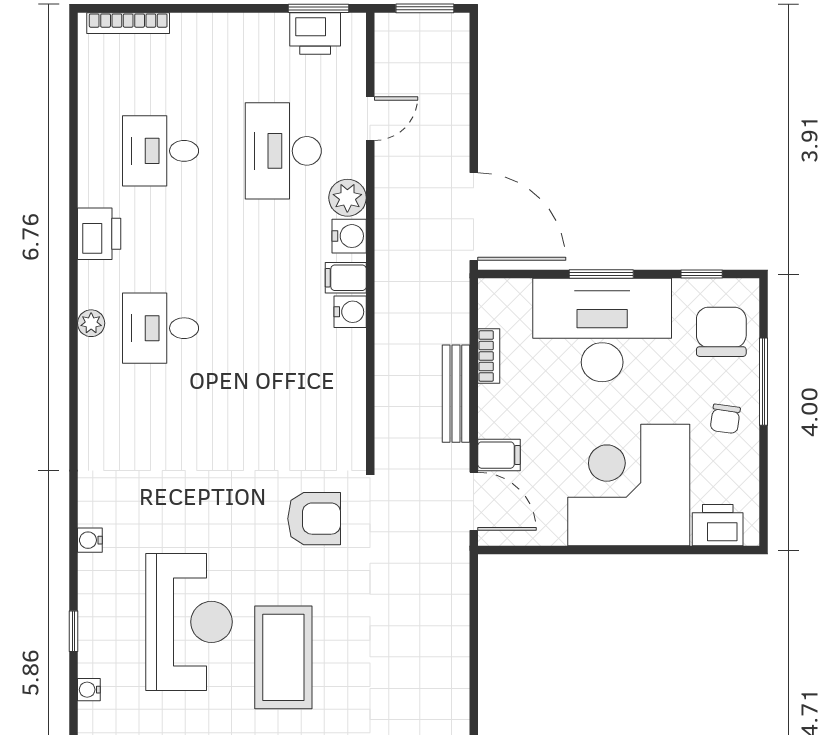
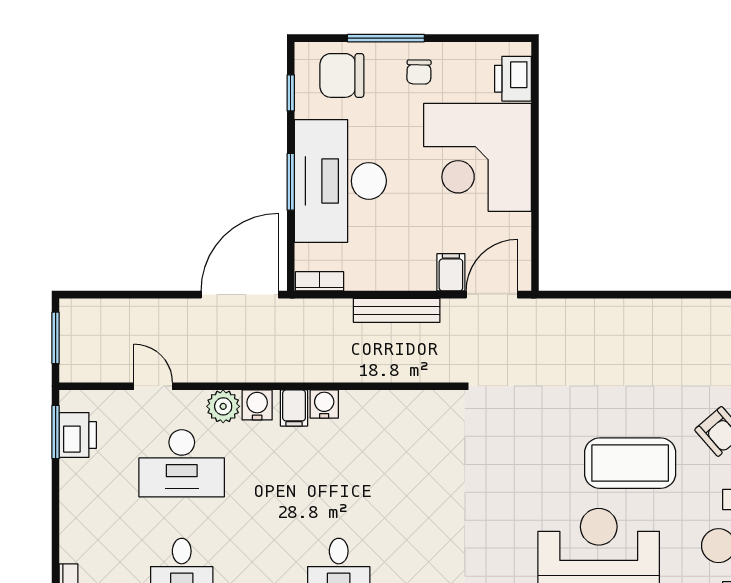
bookcase: (489, 356) -> (320, 281), moved
chair: (725, 419) -> (419, 72), turned 83
armchair: (314, 519) -> (507, 436), removed

